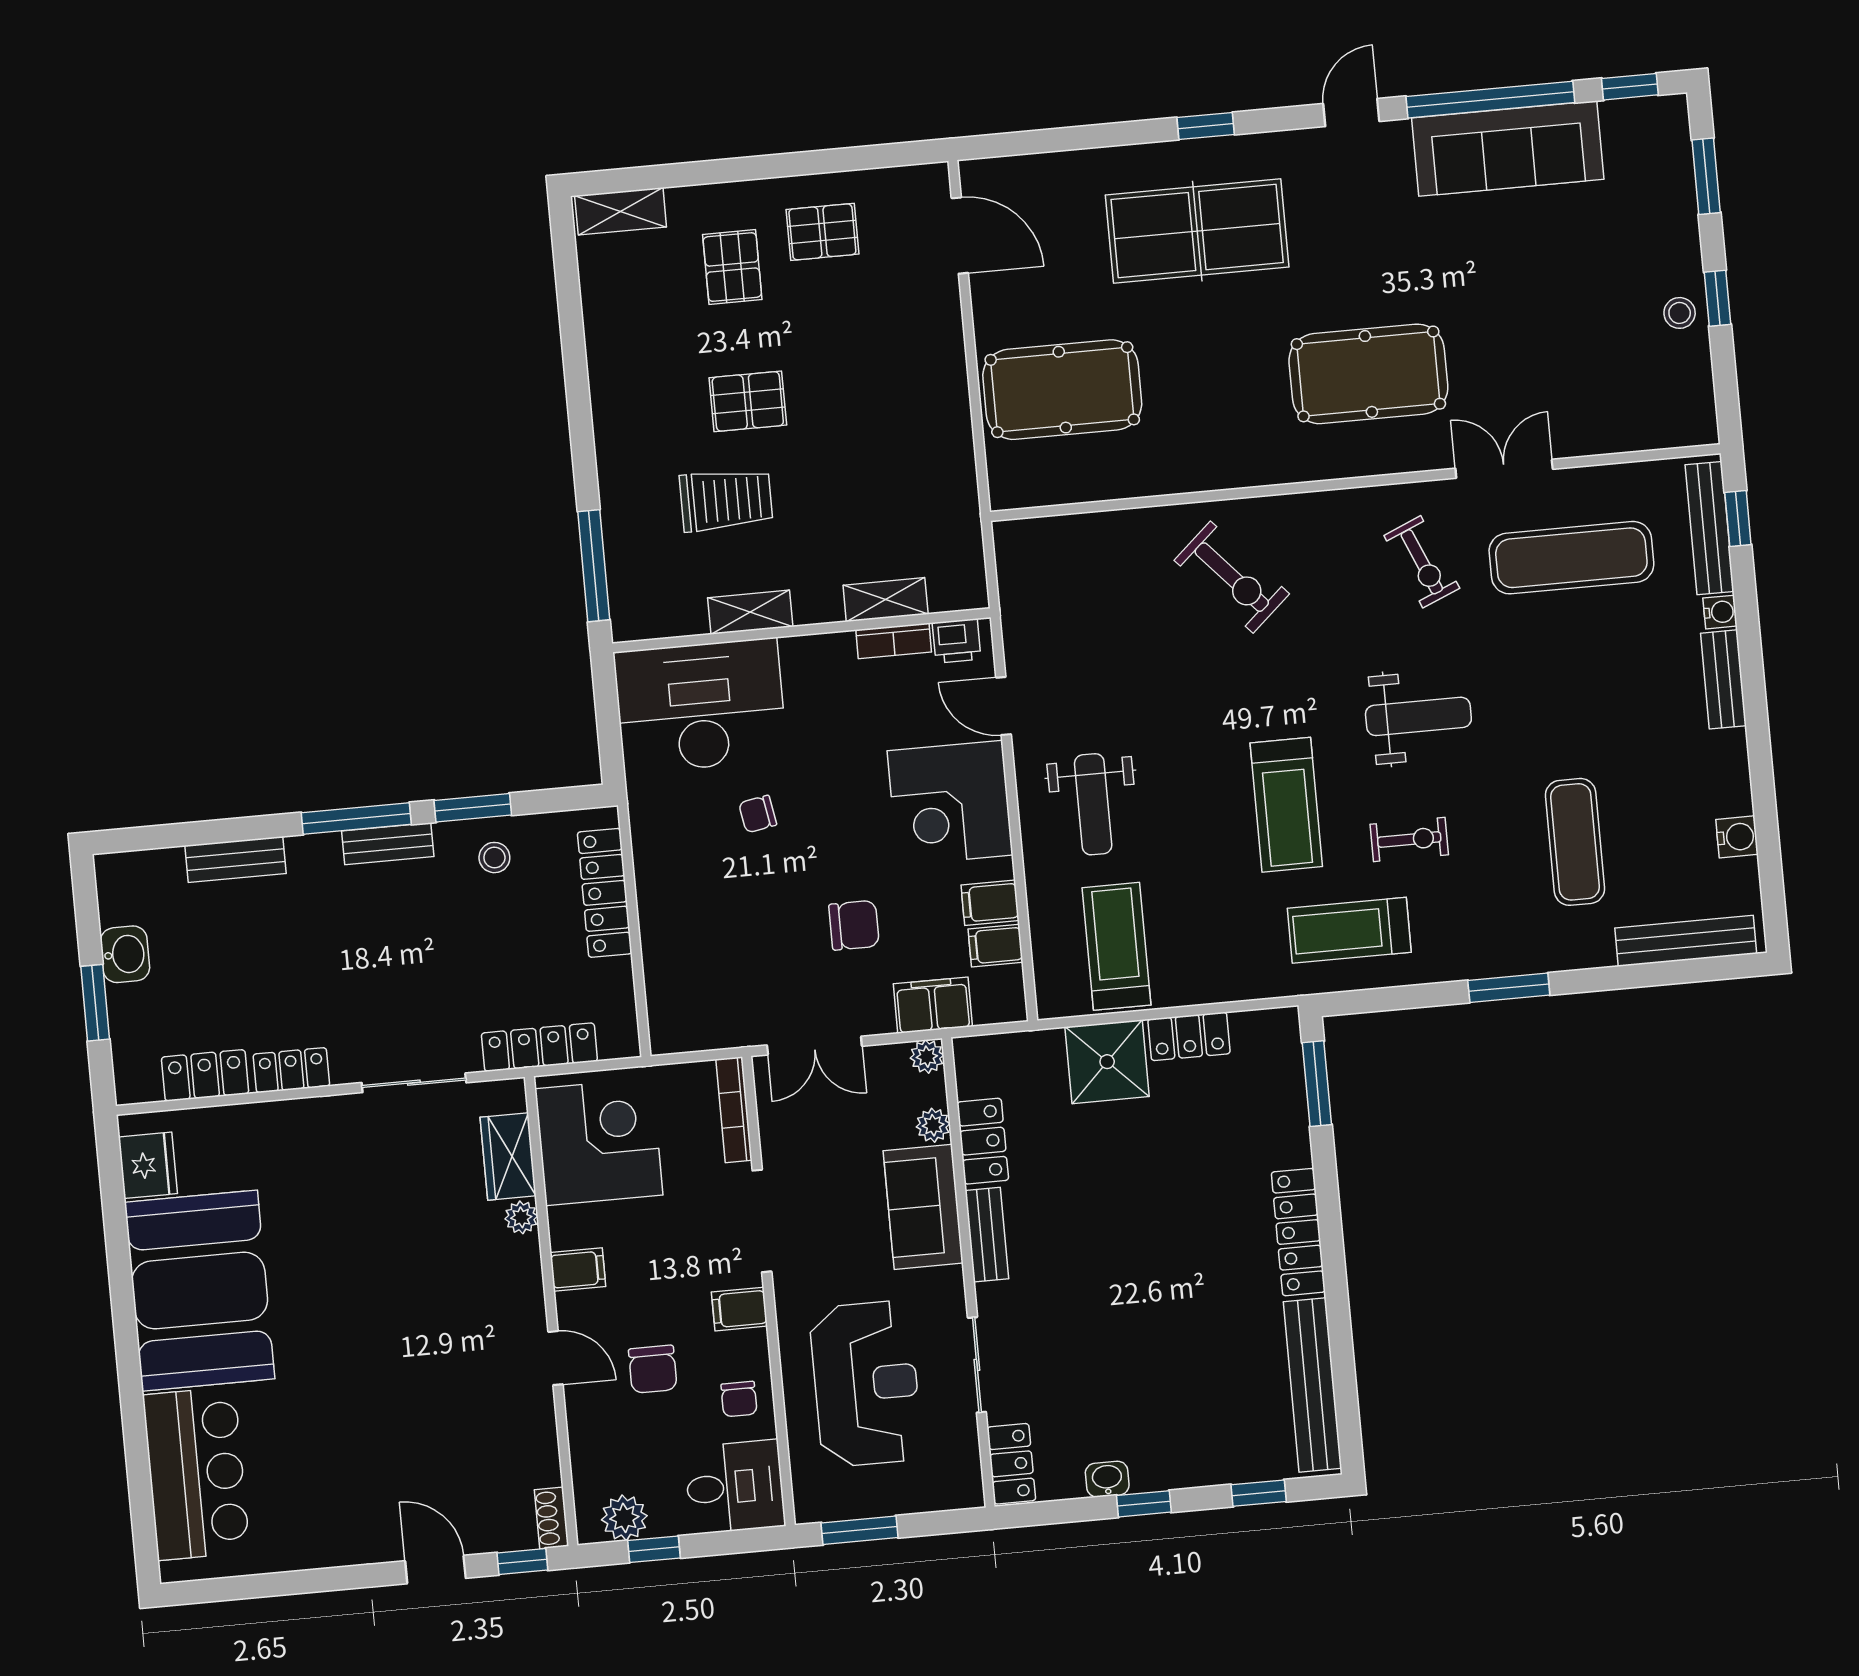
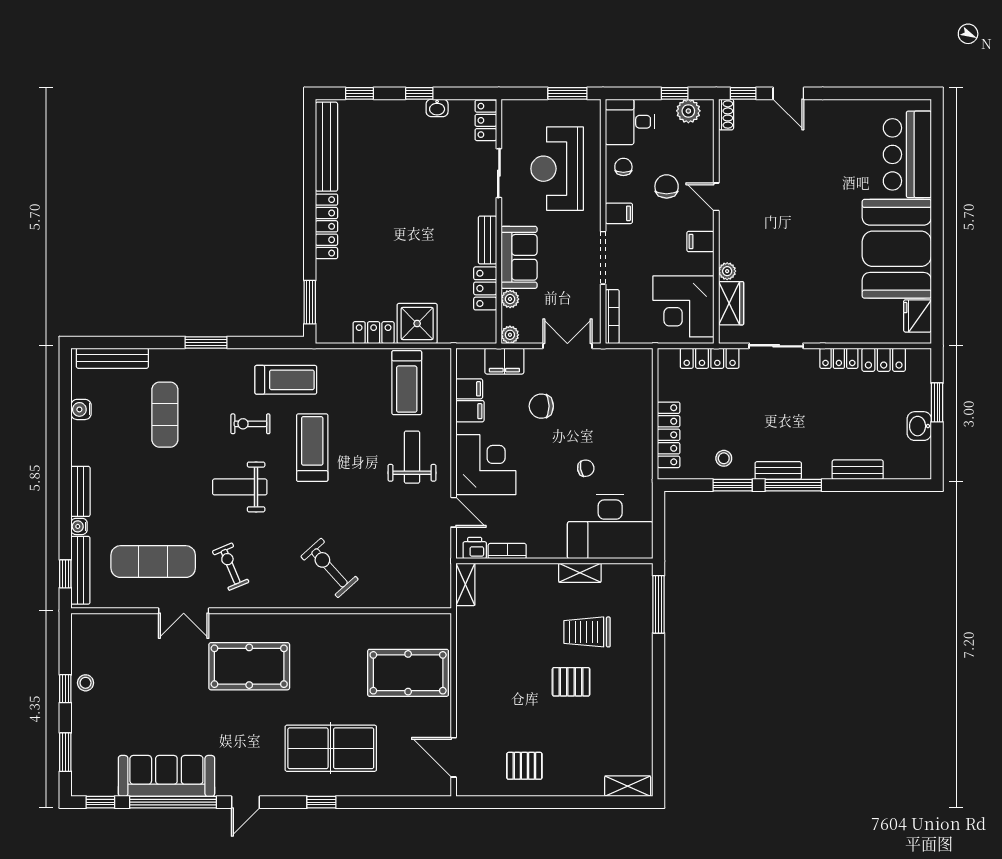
pallet: (732, 267) -> (573, 752), removed
shelving: (886, 600) -> (465, 584), moved, turned 90

